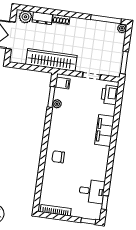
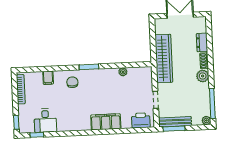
plant: (25, 17) -> (203, 76), moved
bench: (117, 60) -> (175, 122), added
filing cabinet: (63, 83) -> (48, 78), moved
window: (51, 97) -> (89, 67), moved

